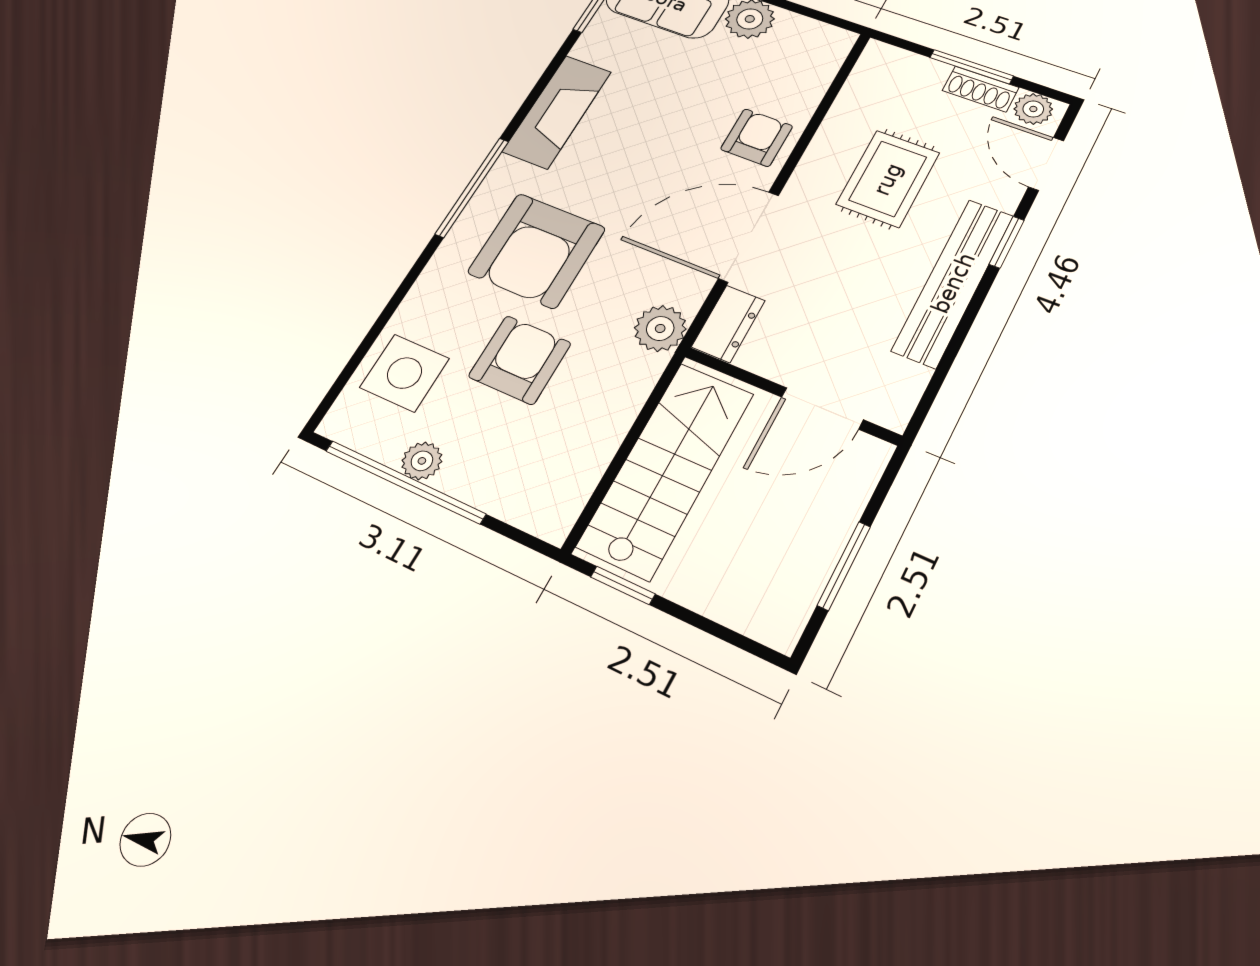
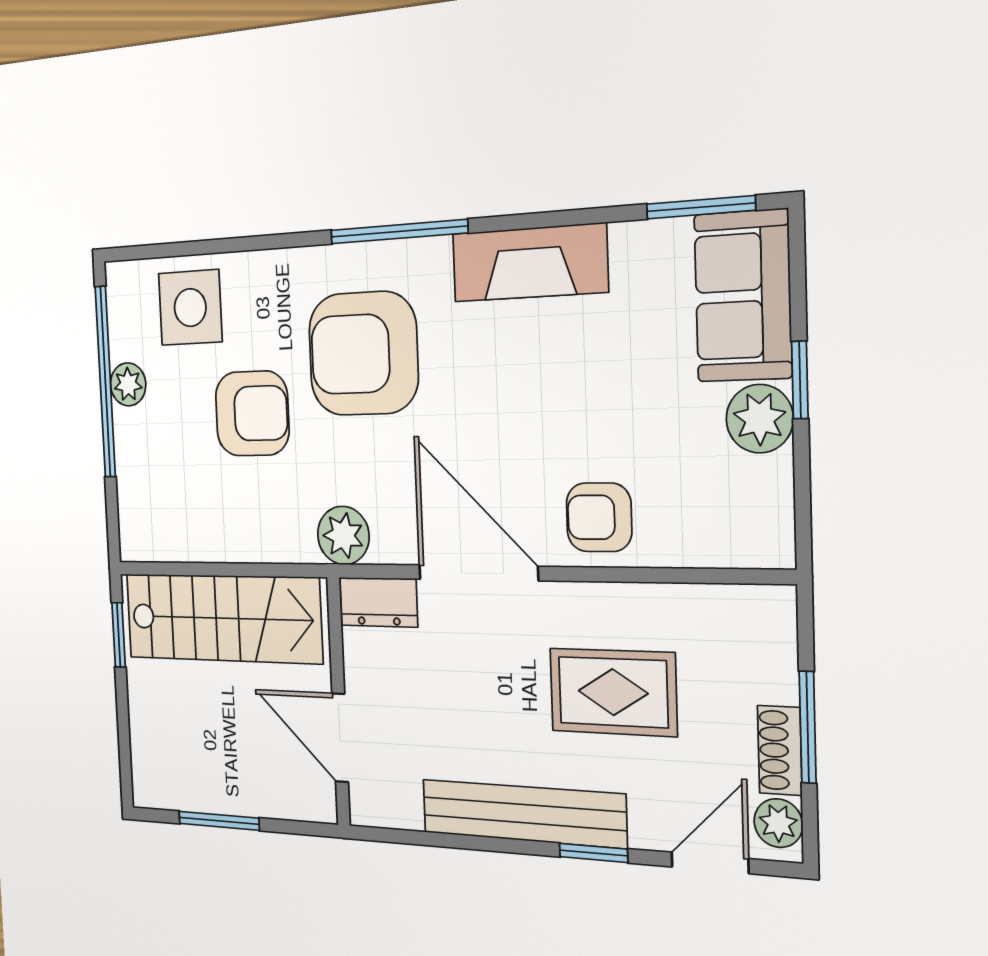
armchair: (757, 138) -> (599, 517), turned 180

